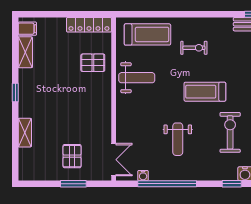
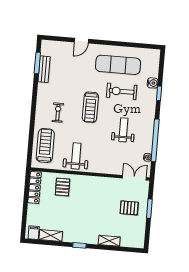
weight bench: (178, 139) -> (123, 130), turned -90

